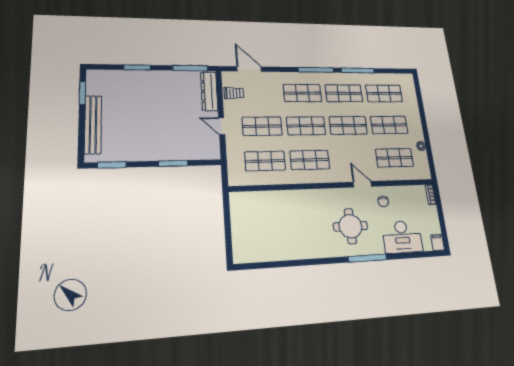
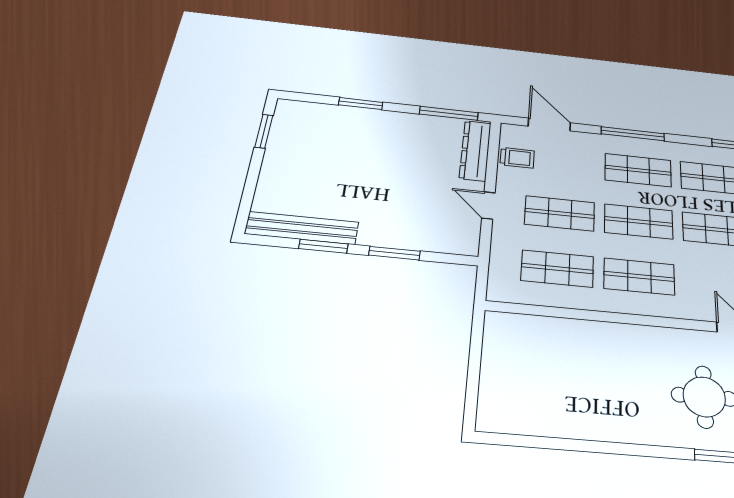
window: (316, 70) -> (633, 134), moved
bench: (93, 125) -> (302, 228), moved, turned 90
window: (112, 165) -> (323, 246), moved

